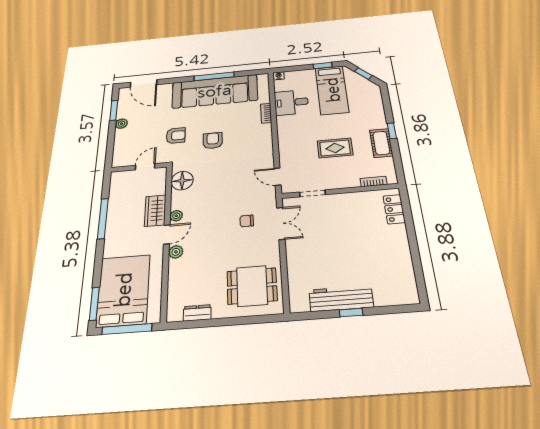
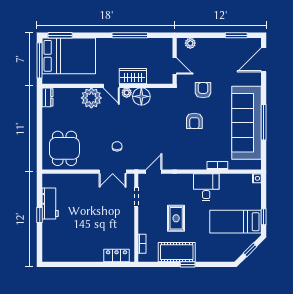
desk: (291, 102) -> (206, 187), moved
plant: (122, 124) -> (190, 43), moved
armchair: (176, 136) -> (203, 90), turned 180
armchair: (213, 141) -> (194, 121), turned 90
cot: (381, 143) -> (177, 252), width x1.37, depth x1.34
floor lamp: (182, 181) -> (141, 96), moved
plant: (176, 252) -> (91, 98), width x1.87, depth x1.87
workbench: (341, 299) -> (50, 203), width x0.73
dresser: (197, 313) -> (47, 97), moved

